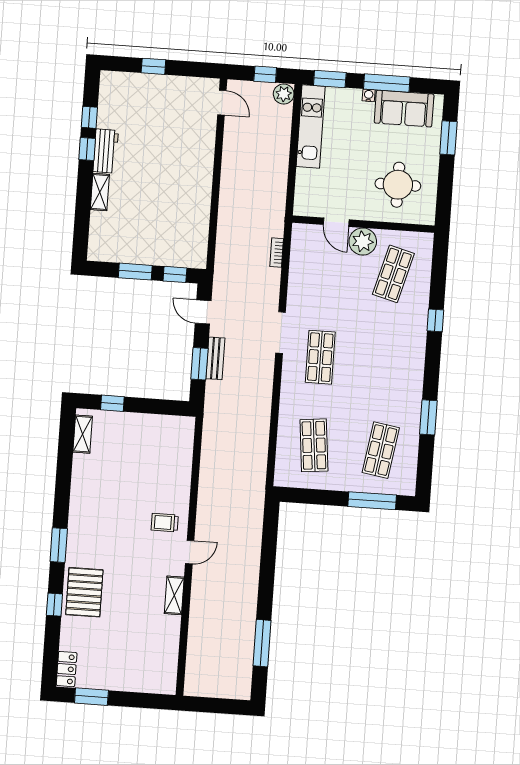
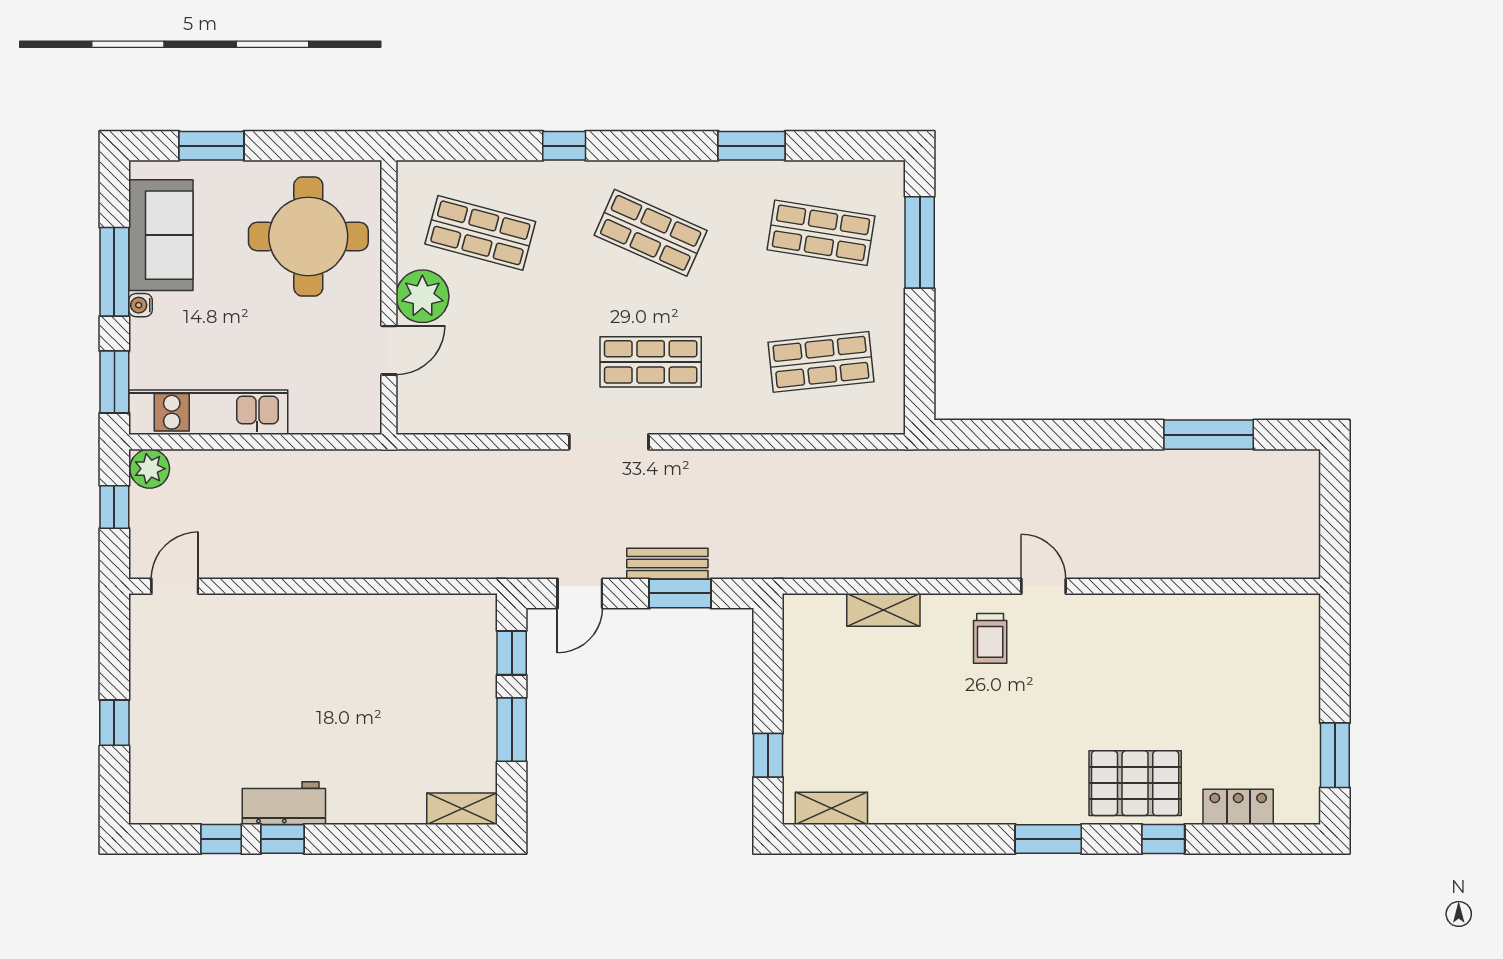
round table: (398, 185) -> (308, 236), width x1.36, depth x1.36
shelving: (100, 192) -> (462, 809), moved
bookcase: (277, 253) -> (456, 460), removed
shop shelf: (387, 362) -> (651, 233), added
shelving: (174, 595) -> (883, 610), moved
locker: (67, 669) -> (1238, 807), moved

